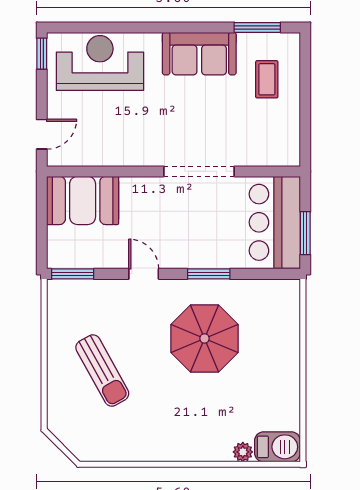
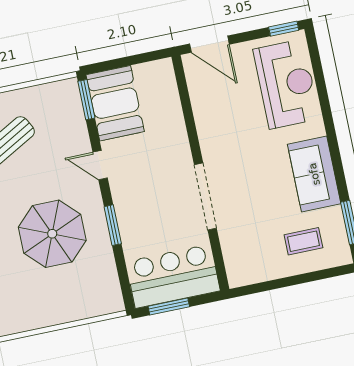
door: (42, 134) -> (209, 44), width x1.38
booth: (83, 200) -> (115, 103), moved
door: (144, 274) -> (100, 165), swing flipped

